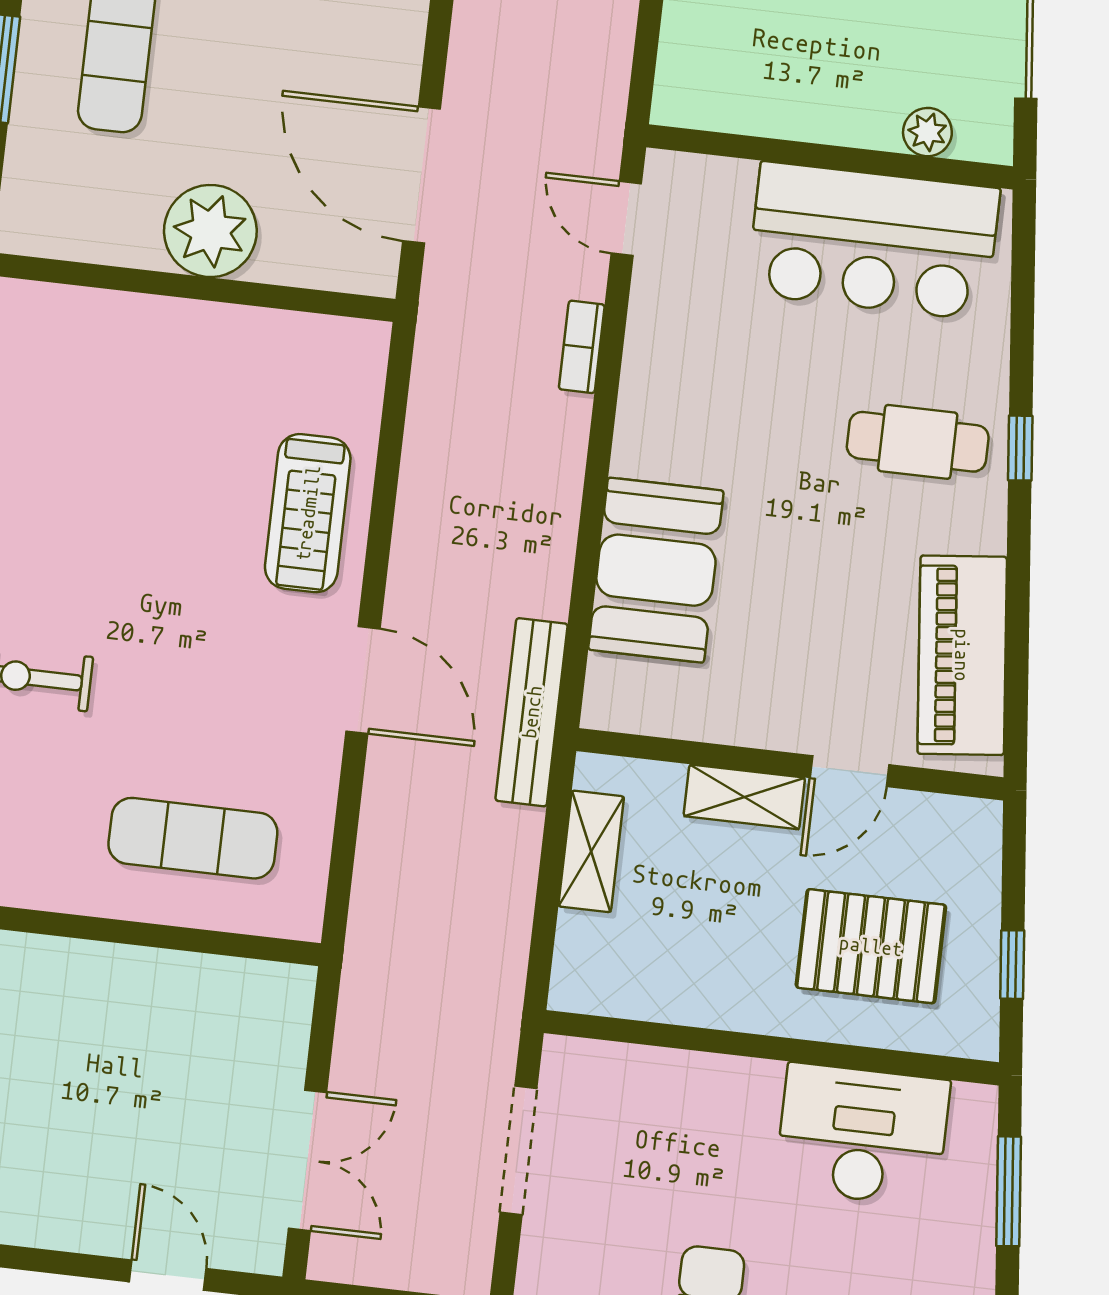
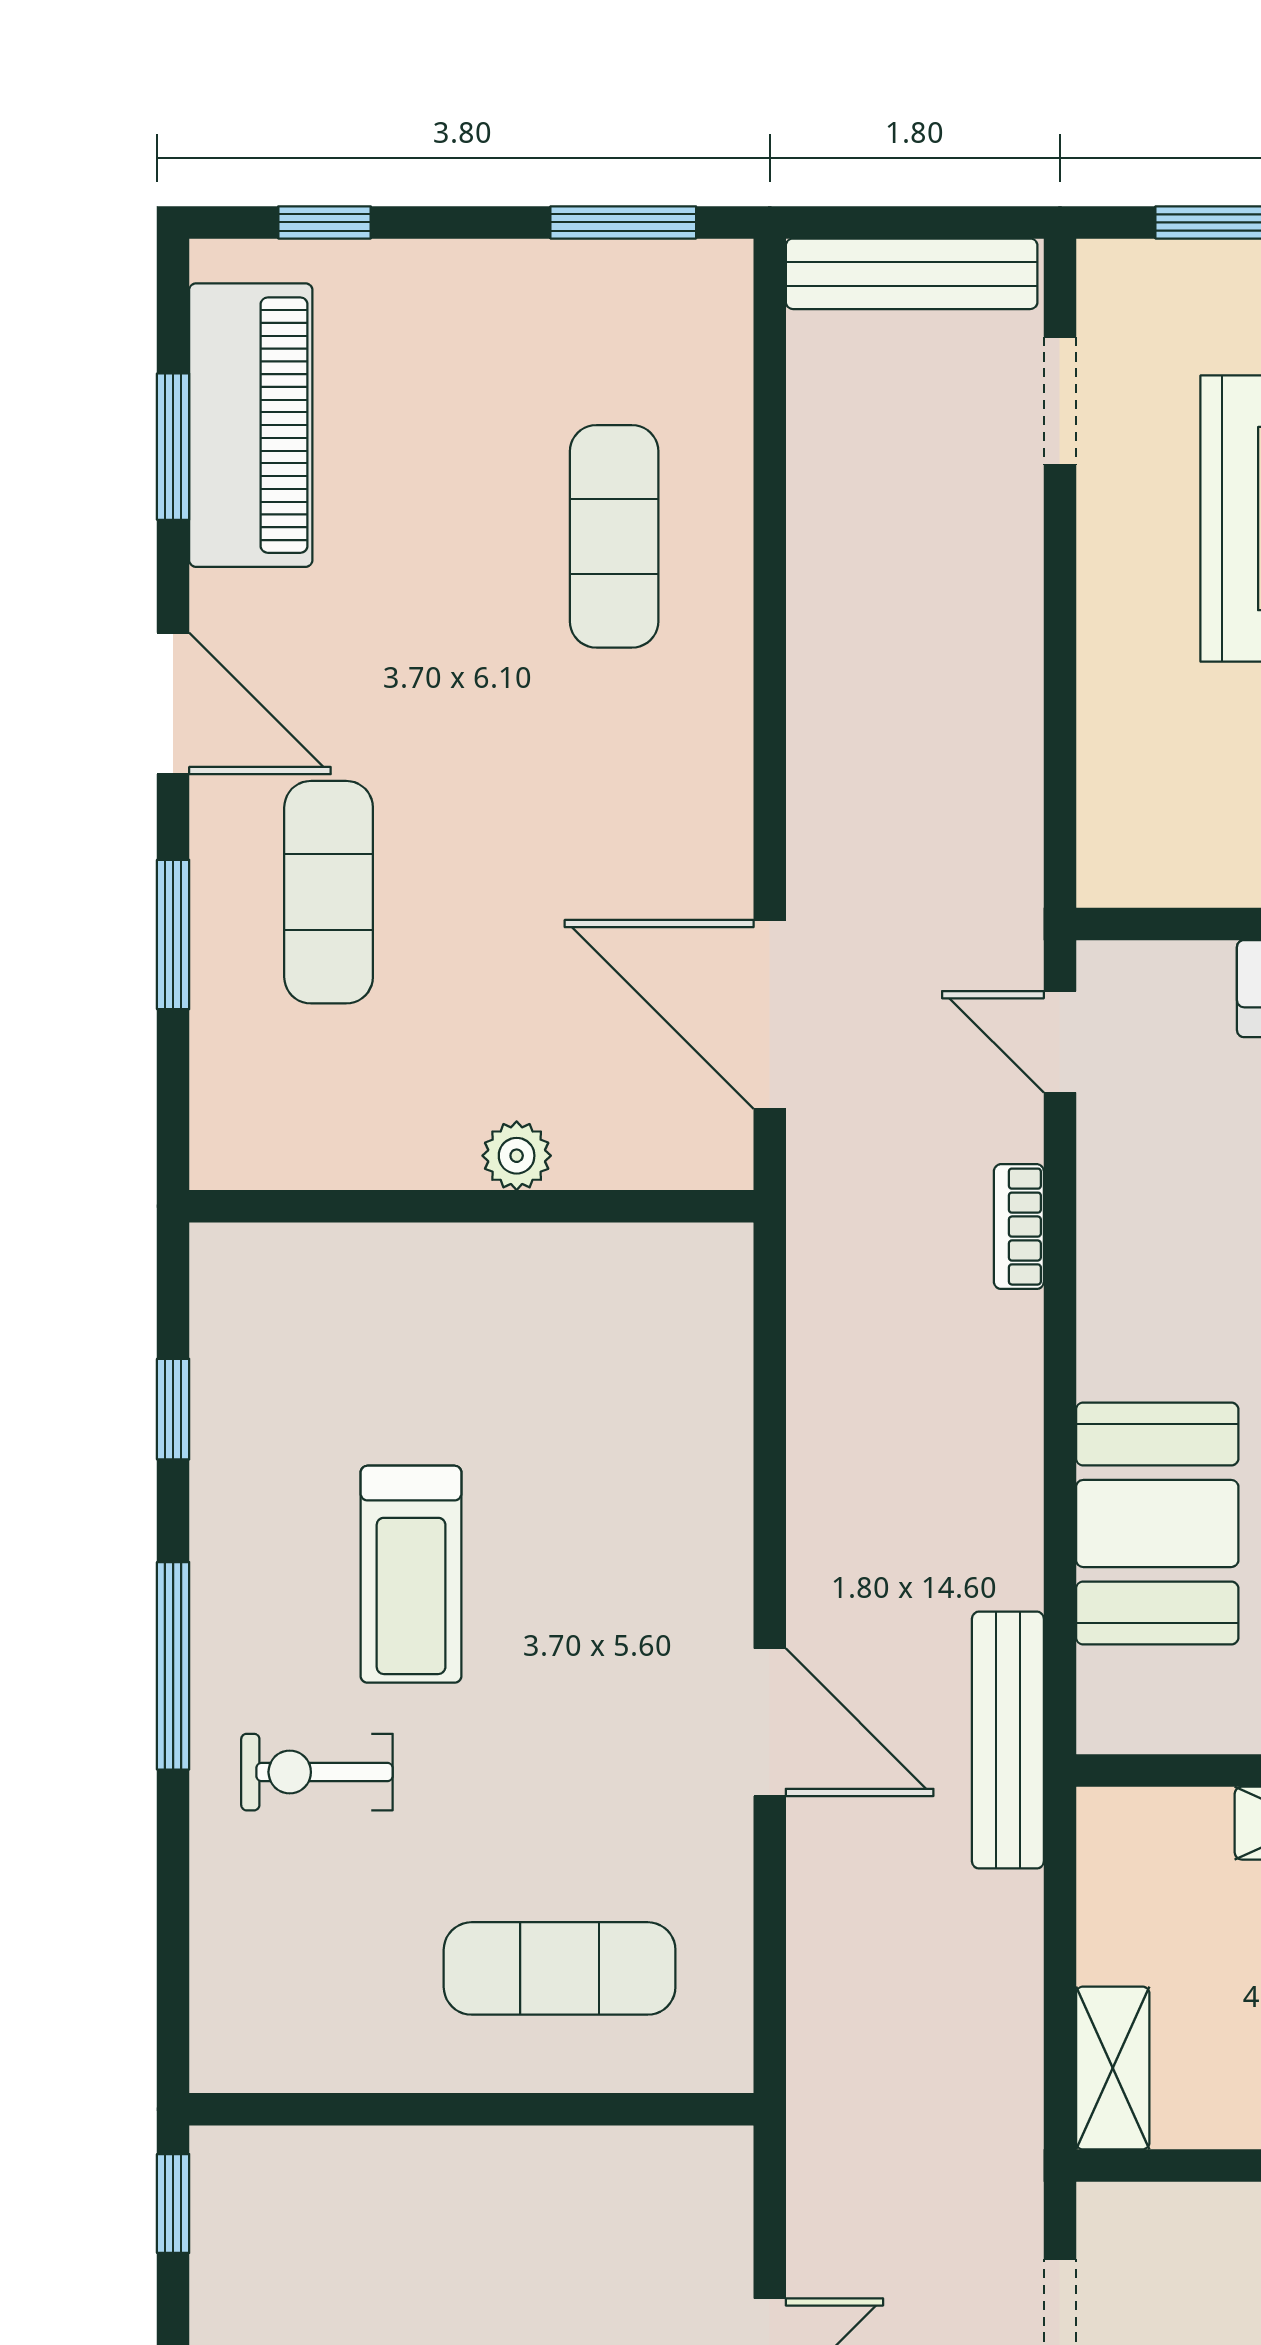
plant: (210, 231) -> (517, 1156), width x0.53, depth x0.53
treadmill: (308, 513) -> (411, 1574), moved
shelving: (591, 851) -> (1113, 2068), moved

